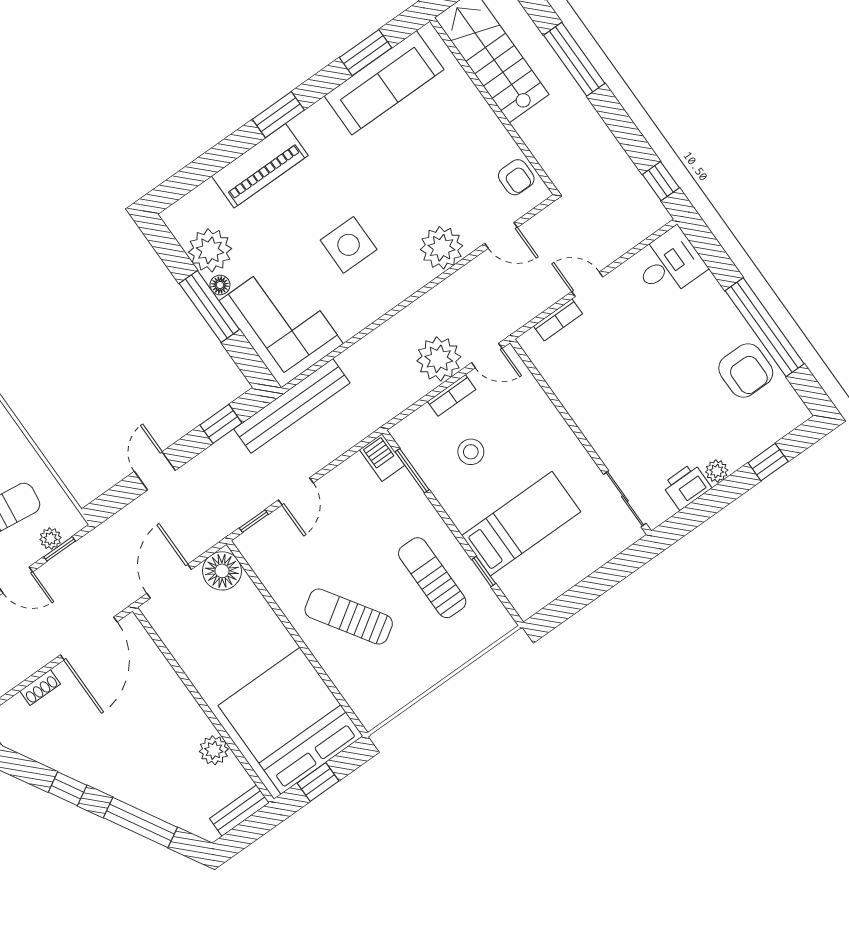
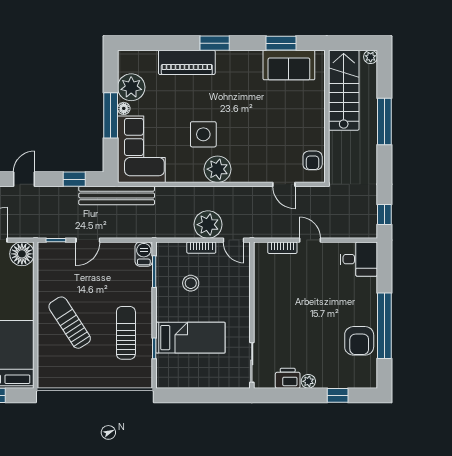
sofa: (384, 83) -> (289, 65), width x0.73
plant: (442, 248) -> (218, 169), moved

